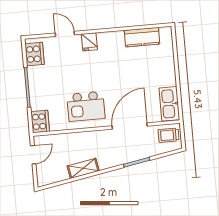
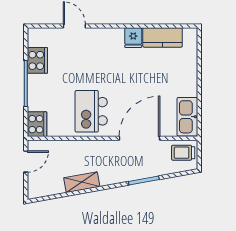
fridge: (89, 42) -> (133, 38), moved
cooker: (35, 54) -> (37, 60), moved
kitchen island: (86, 106) -> (91, 111), turned 90

